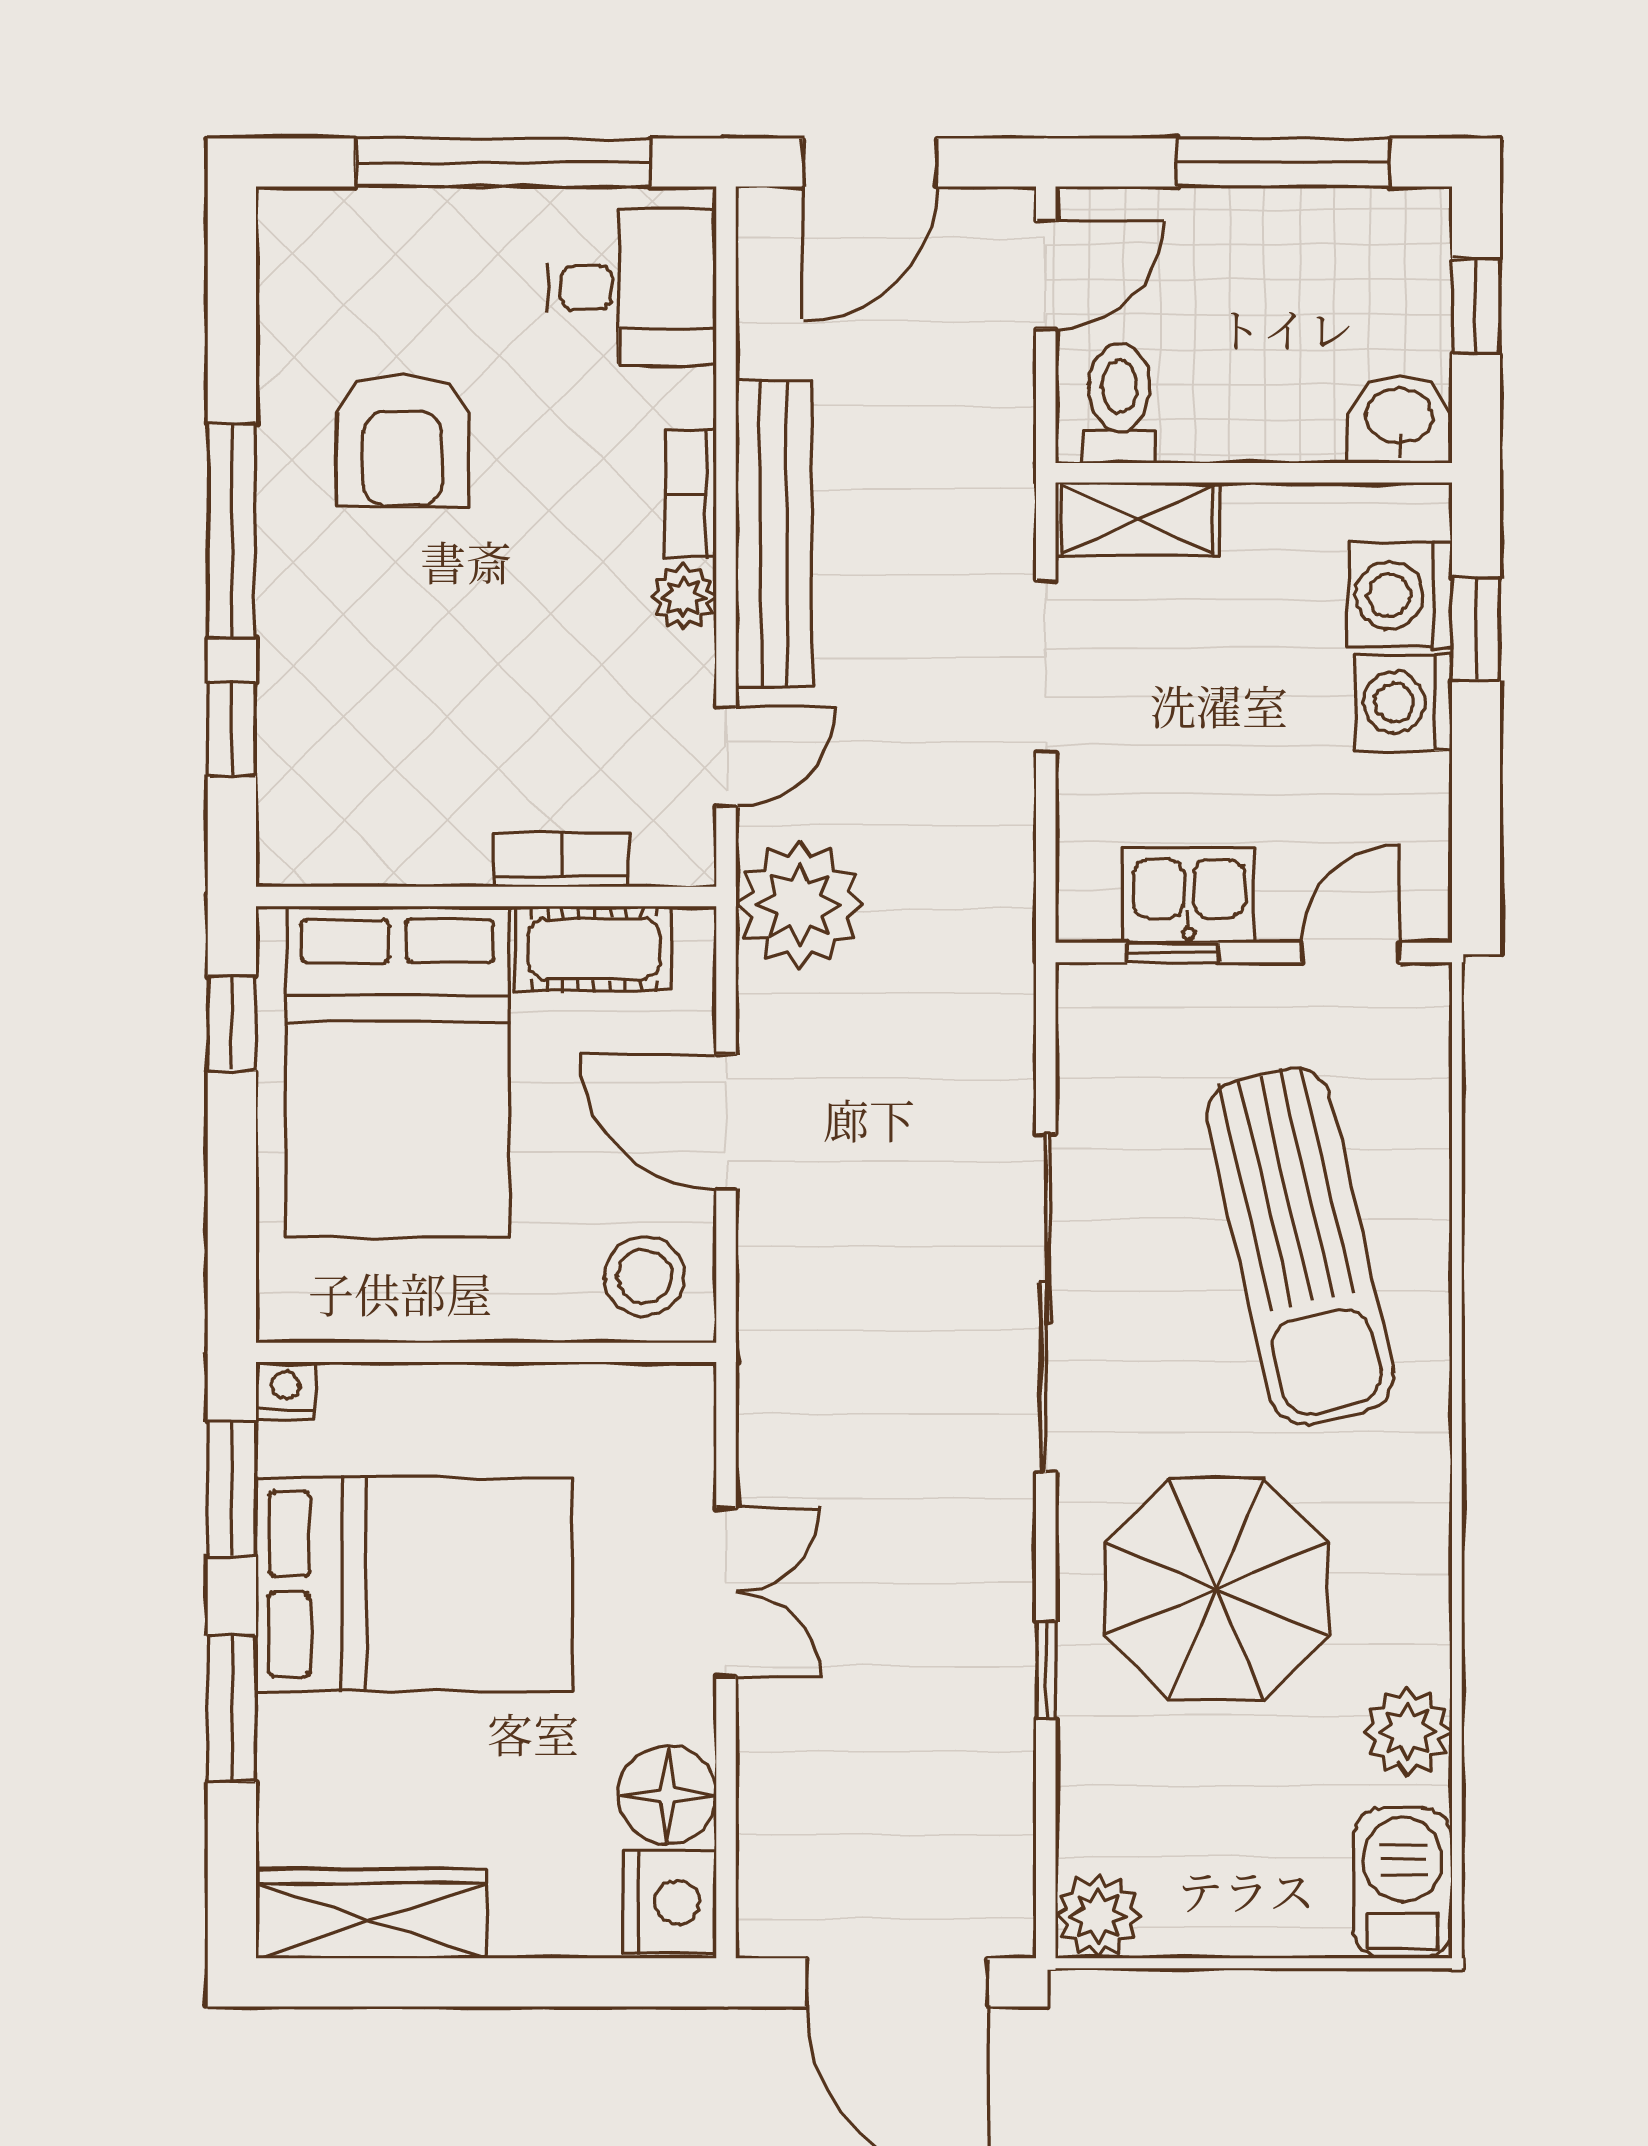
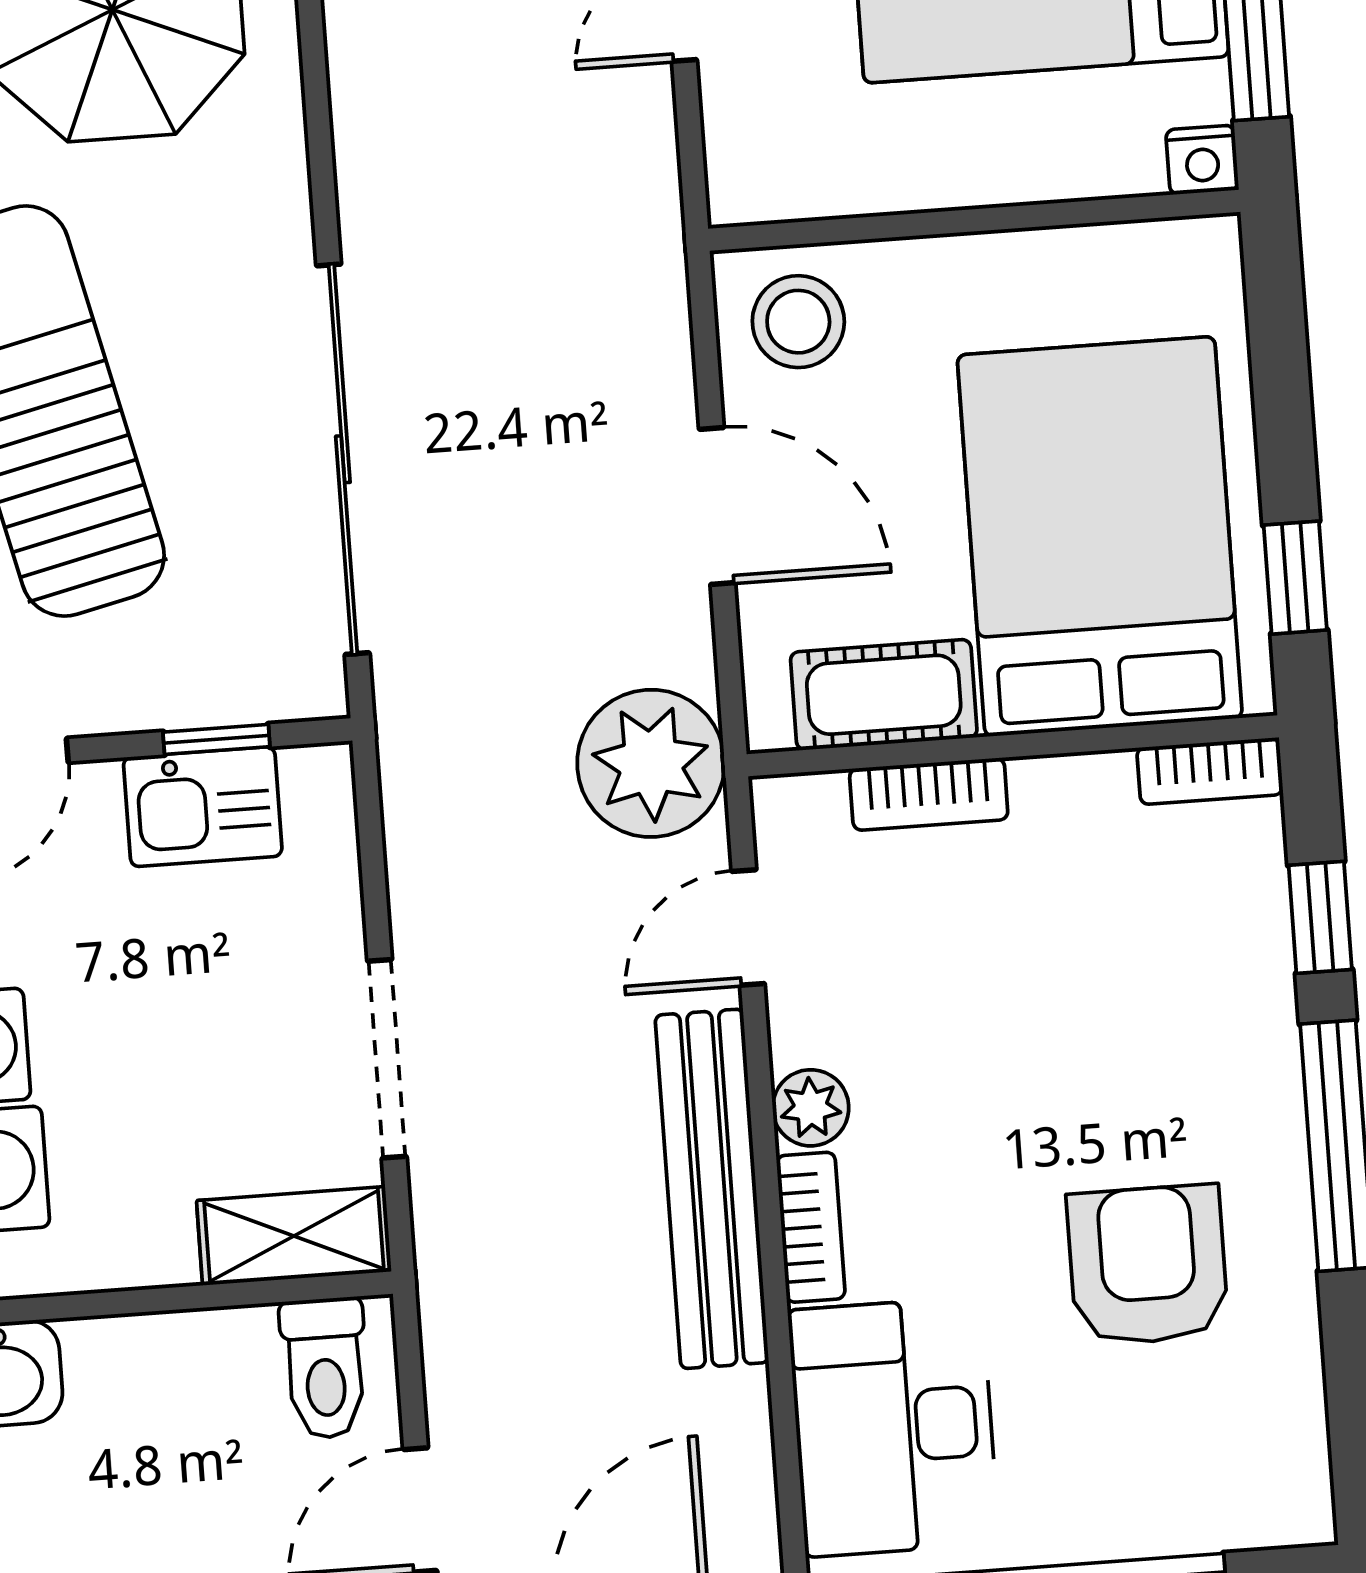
desk: (632, 287) -> (894, 1427), width x1.37
bookcase: (318, 862) -> (1210, 771), added
sliding door: (1046, 1303) -> (343, 459), moved

